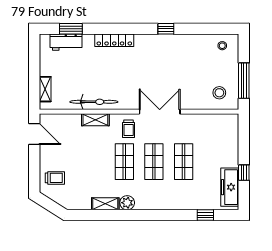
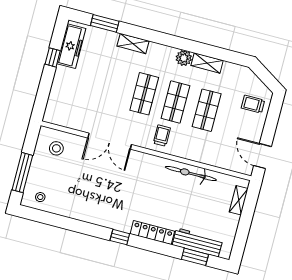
window: (166, 29) -> (120, 237), moved
workbench: (66, 42) -> (197, 242), width x1.38
window: (244, 81) -> (22, 173), moved
double door: (160, 112) -> (110, 141), moved
shelving: (95, 120) -> (133, 44), moved
shop shelf: (184, 162) -> (207, 110), moved
window: (205, 215) -> (105, 23), width x1.50

